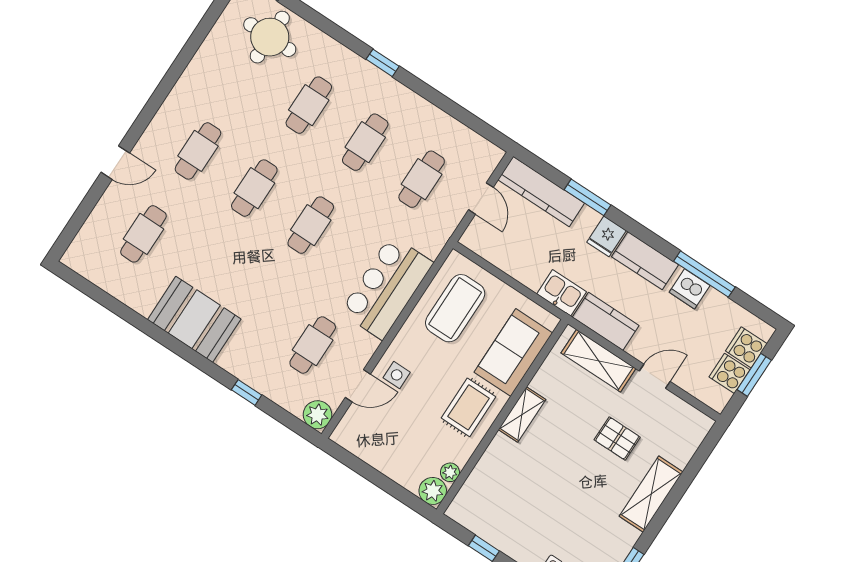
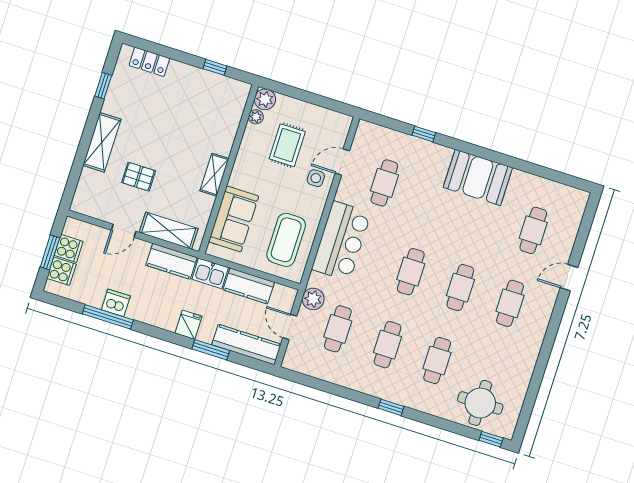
kitchen counter: (645, 261) -> (249, 286), moved, turned 180
rug: (469, 407) -> (287, 145), moved
plant: (318, 415) -> (313, 299), moved

